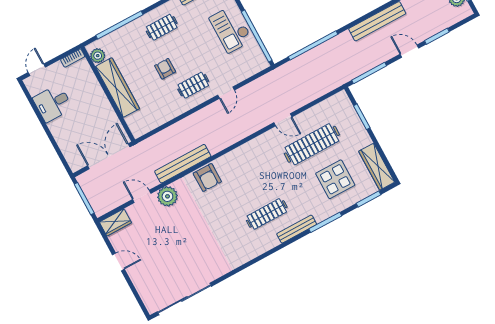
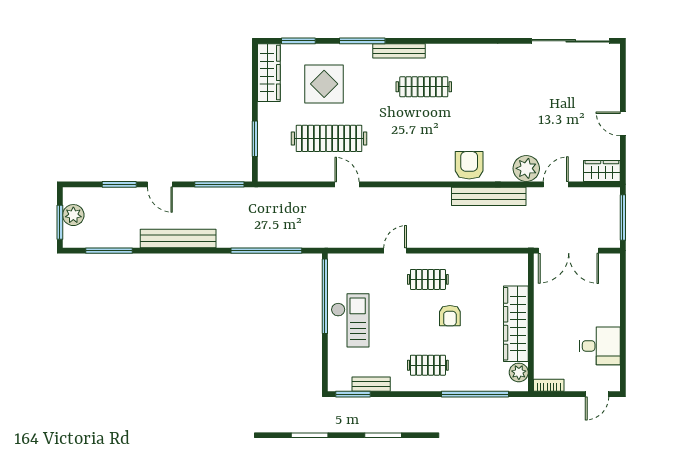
door: (142, 196) -> (556, 184), swing flipped

